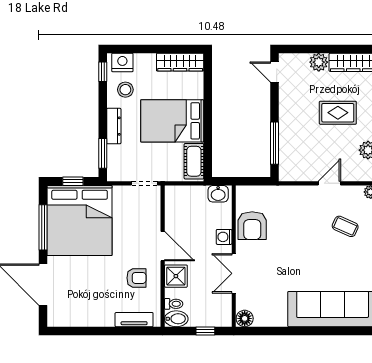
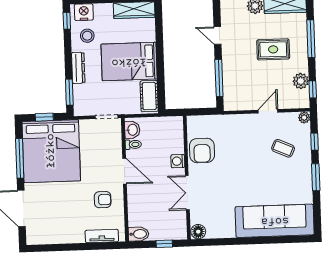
door: (275, 72) -> (218, 35), moved
washbasin: (218, 194) -> (132, 130), moved, turned -90
shower: (176, 276) -> (137, 197), removed
toilet: (174, 304) -> (133, 145), moved

